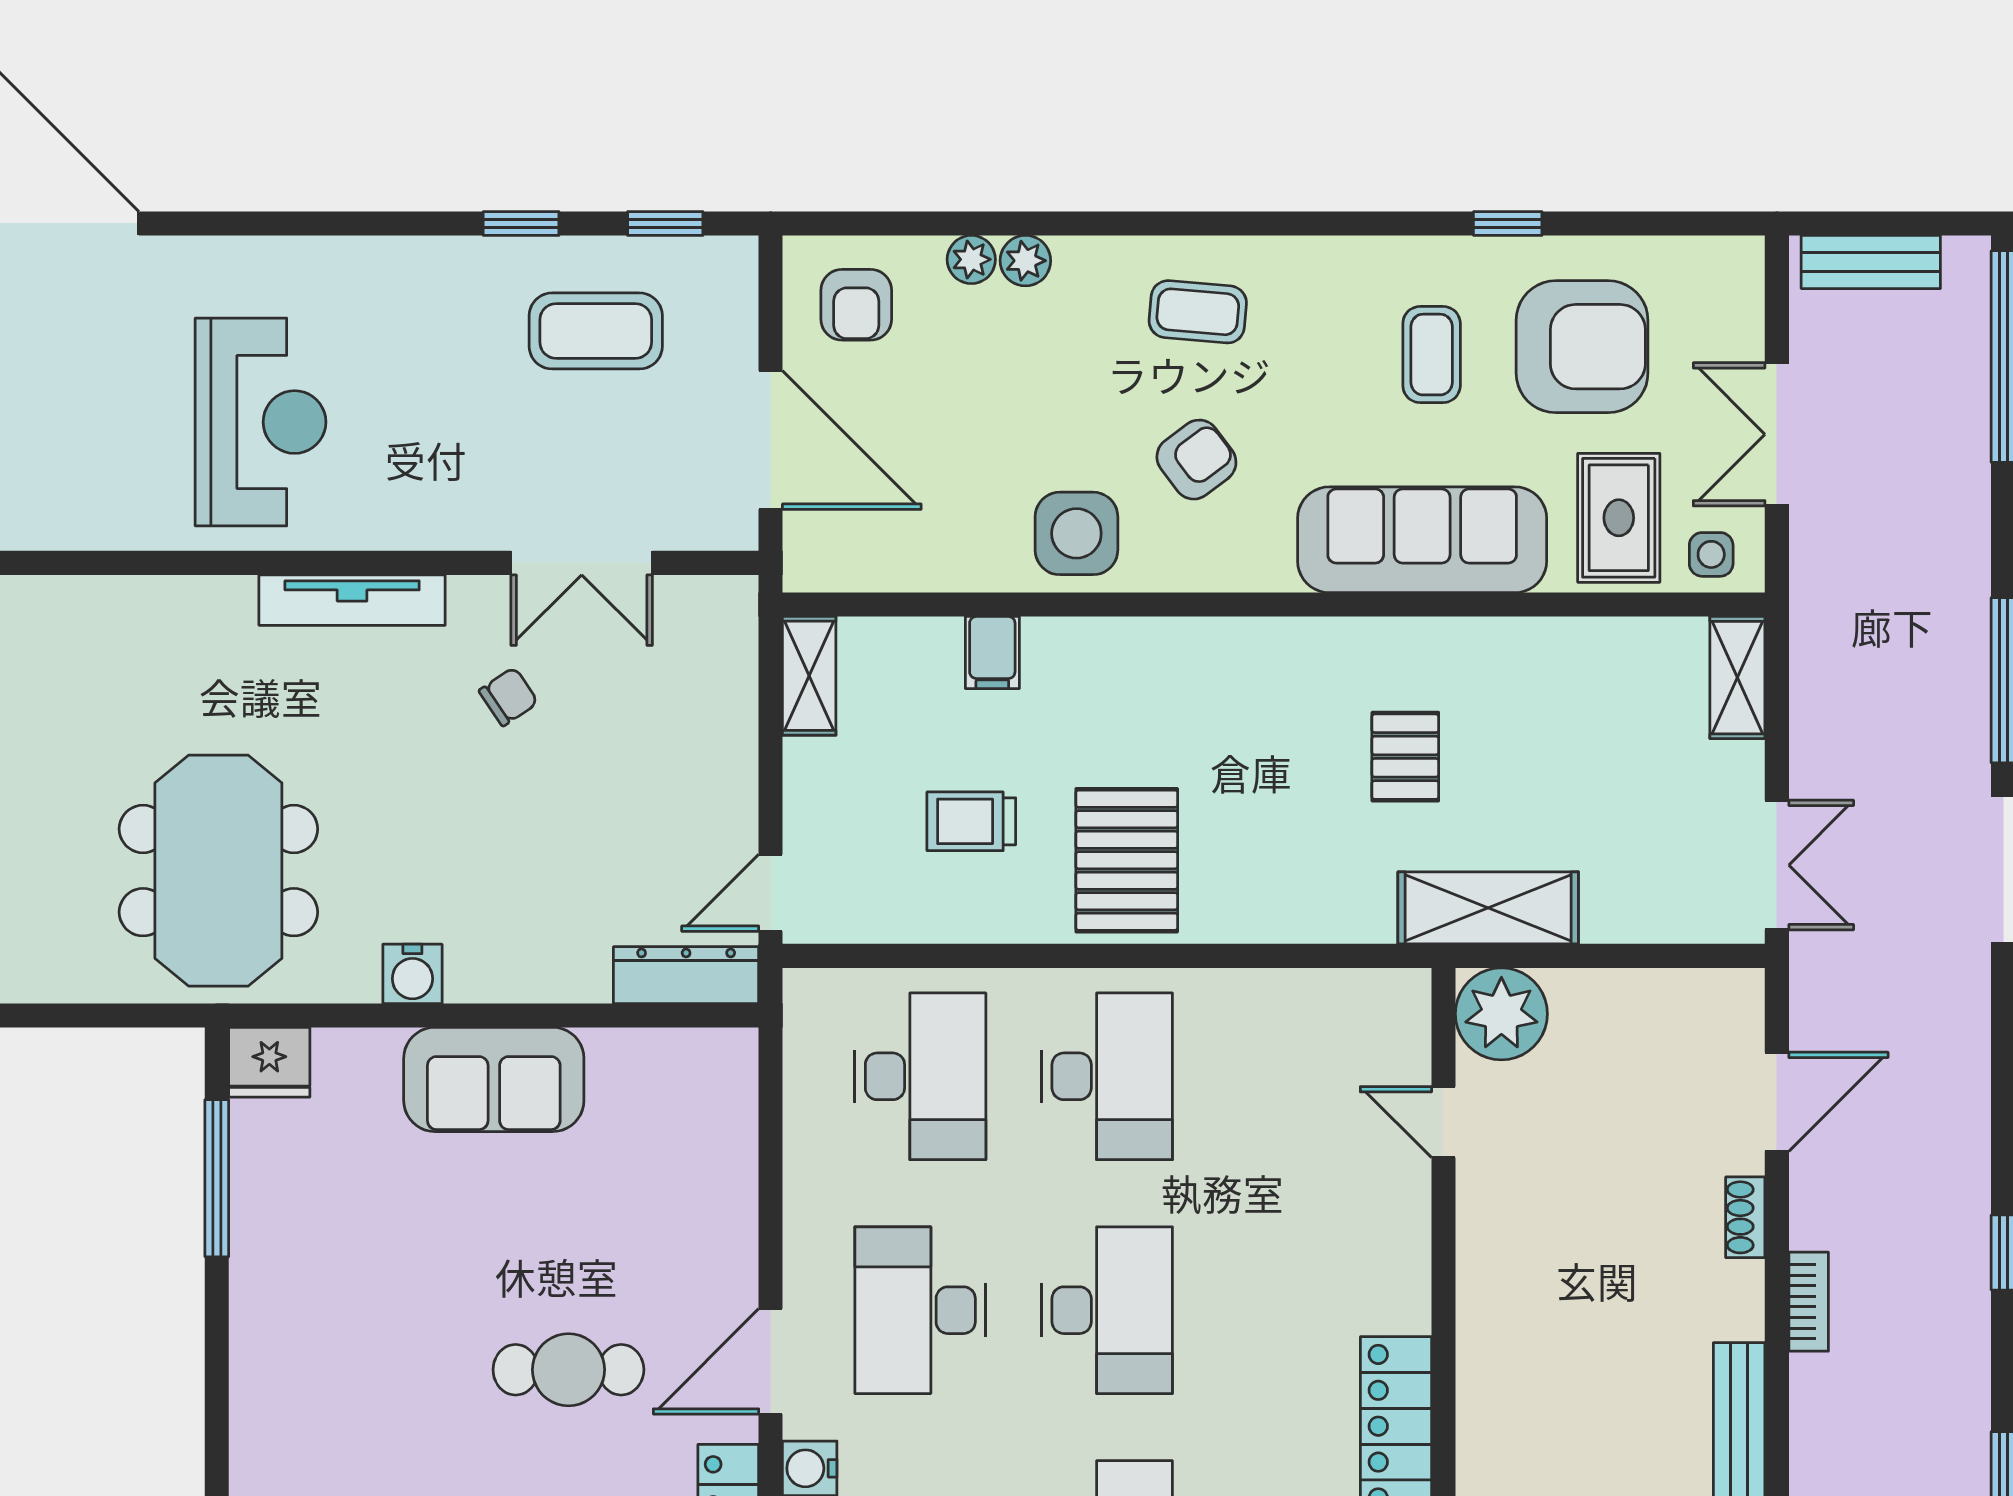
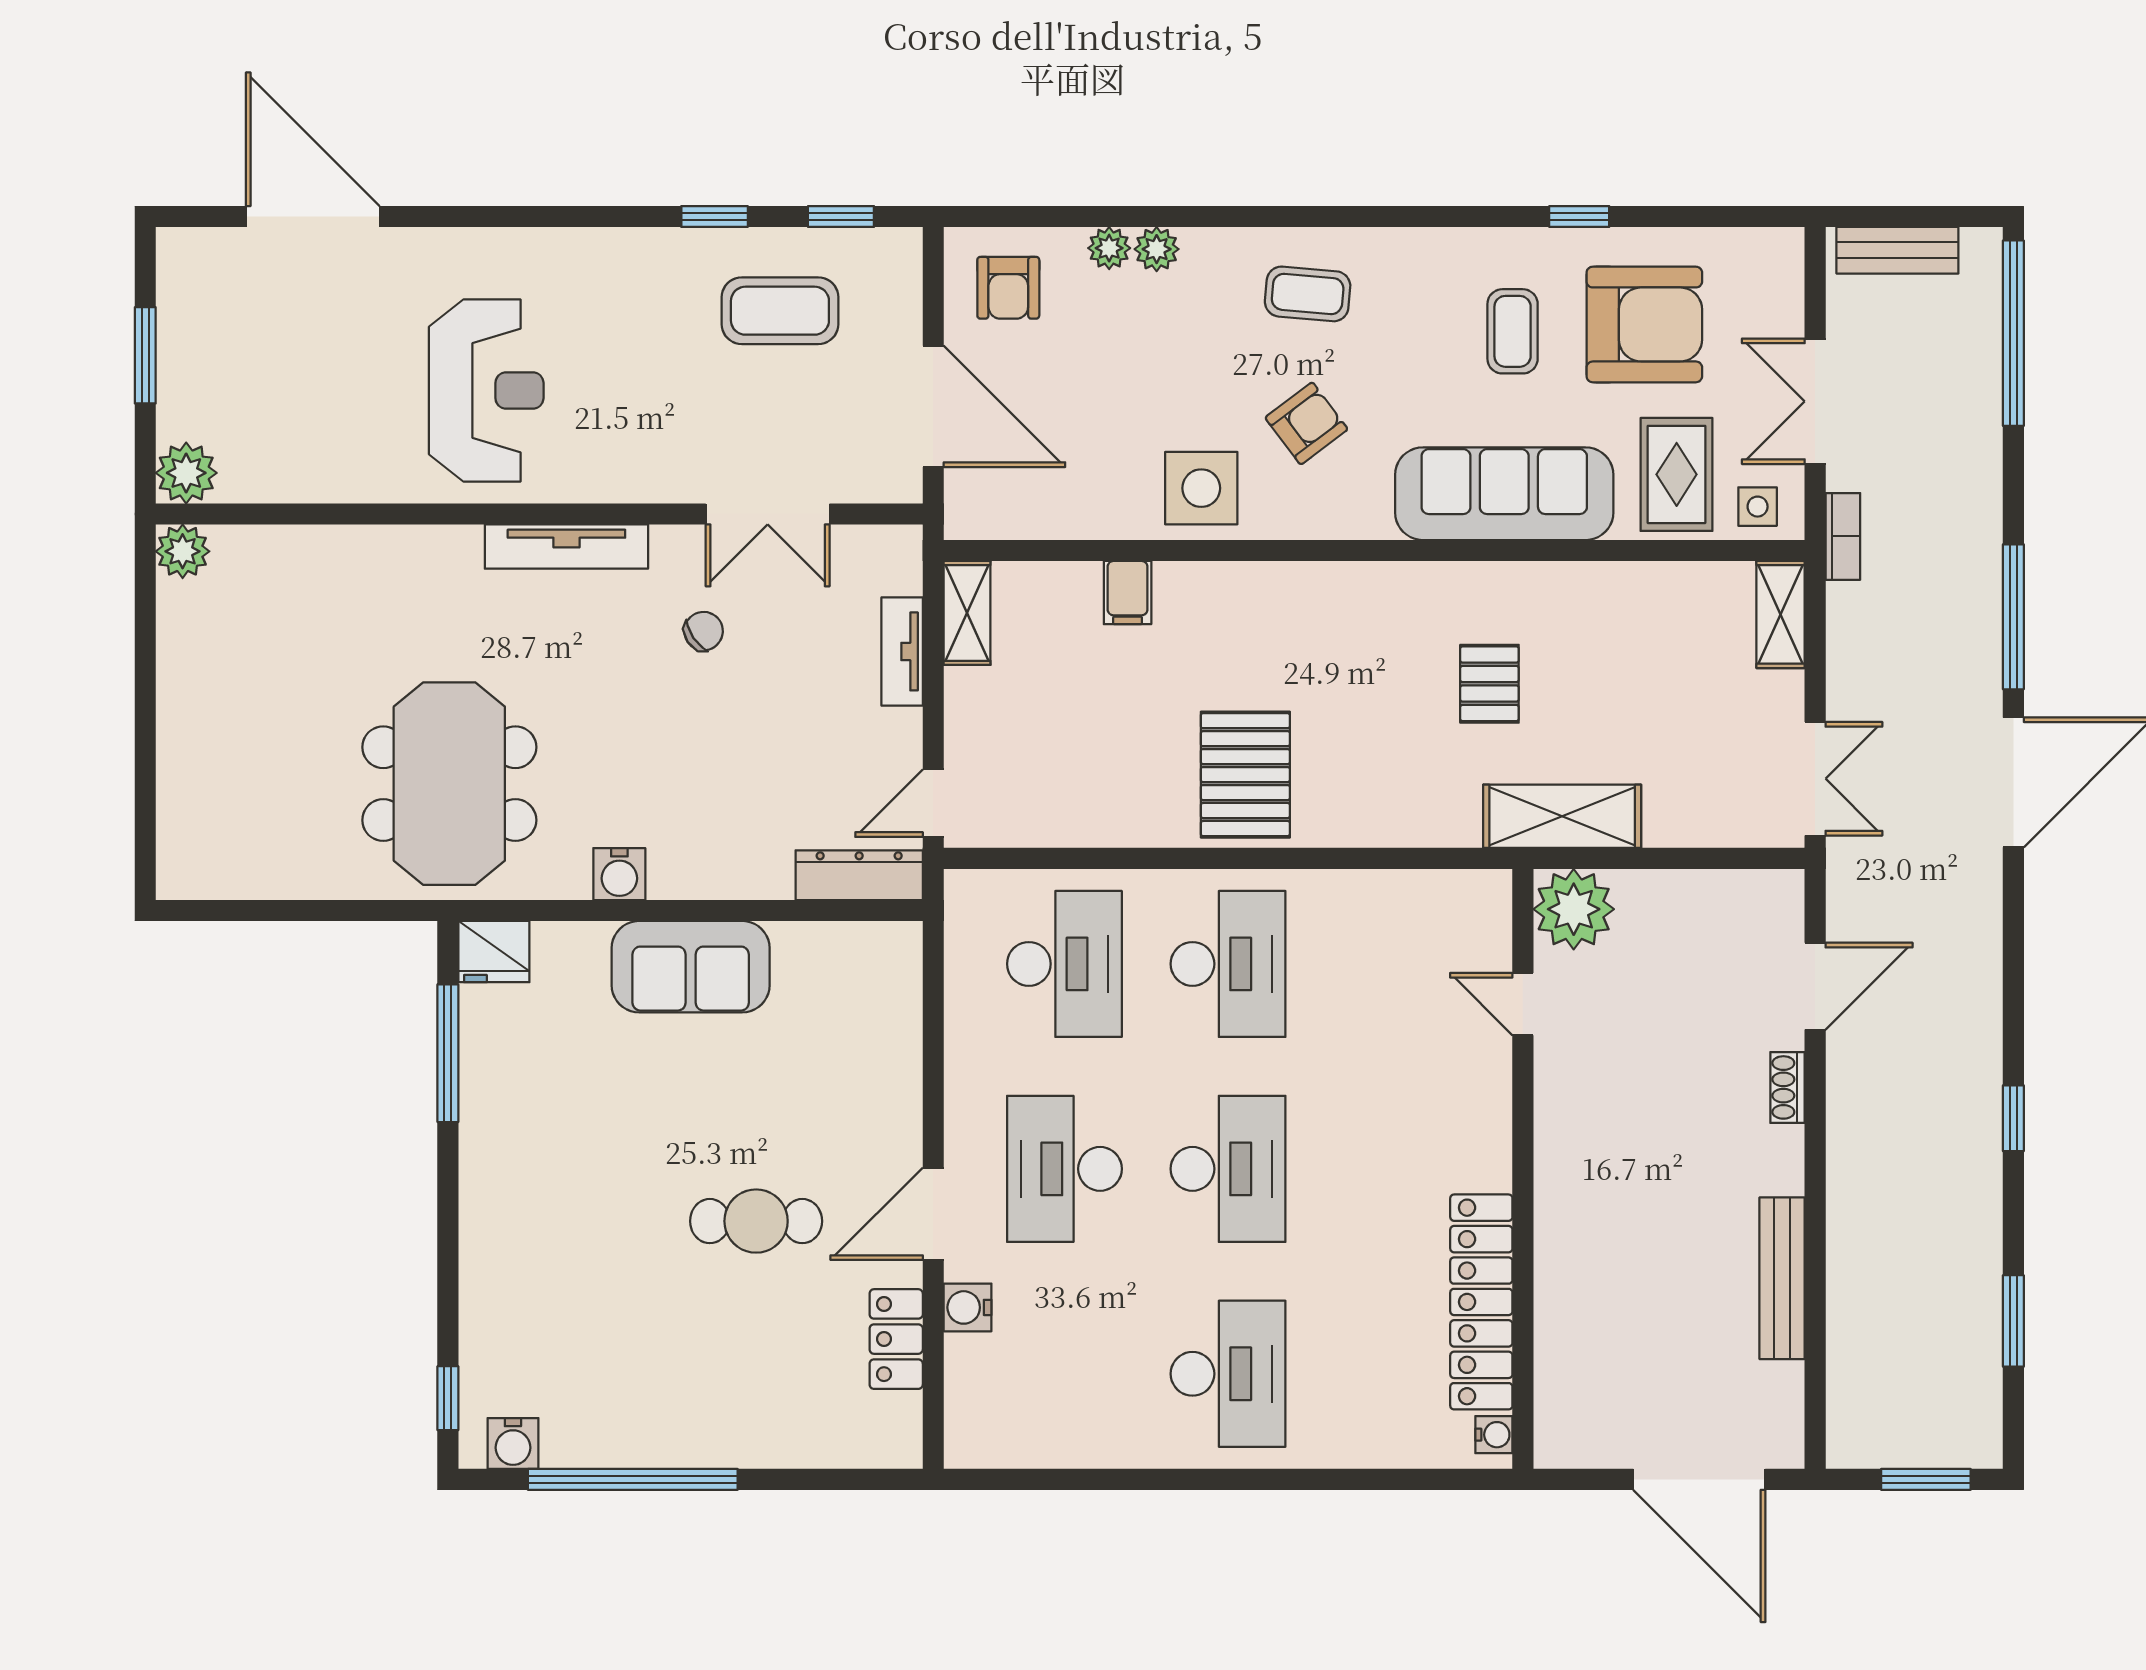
tv unit: (735, 720) -> (902, 651), added
trolley: (971, 821) -> (1109, 740), removed
bookcase: (1809, 1302) -> (1843, 536), moved

